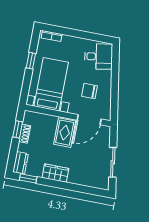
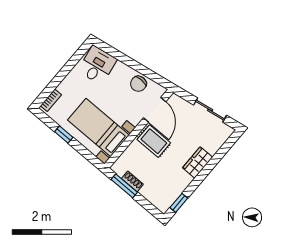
chair: (89, 91) -> (138, 84), moved
window: (18, 129) -> (124, 186), width x1.50
dresser: (21, 163) -> (159, 202), removed
wardrobe: (55, 173) -> (198, 163), moved

